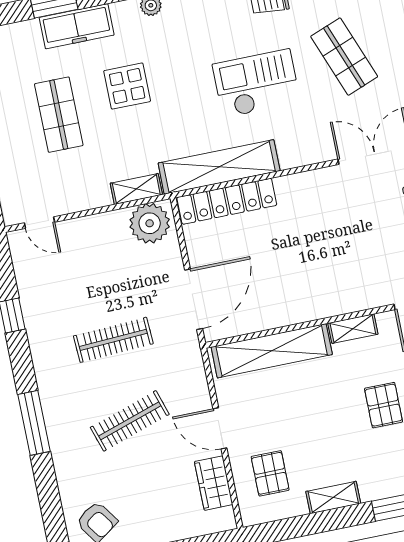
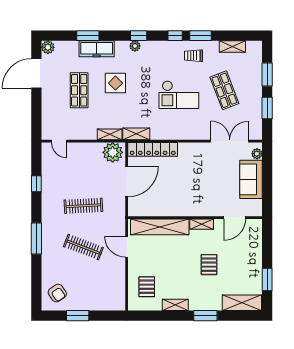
checkout: (256, 83) -> (179, 95), turned 180
shelving: (219, 167) -> (136, 134), width x0.45, depth x0.75
door: (194, 299) -> (127, 181), moved
clothes rail: (130, 421) -> (83, 247), turned 39
door: (220, 428) -> (127, 247), moved
wardrobe: (214, 483) -> (118, 286), removed

